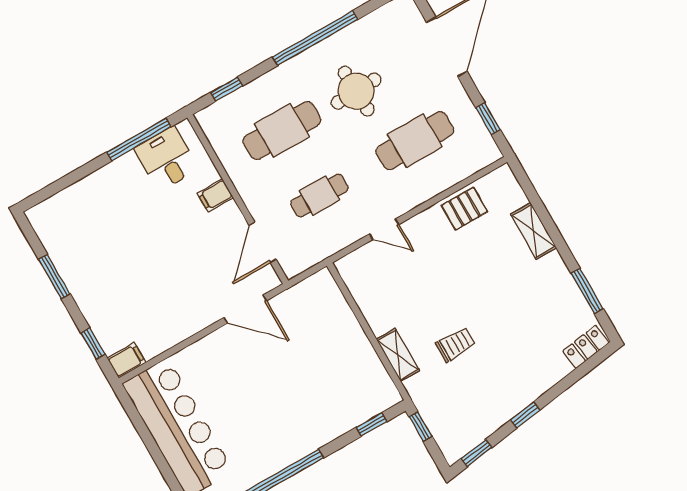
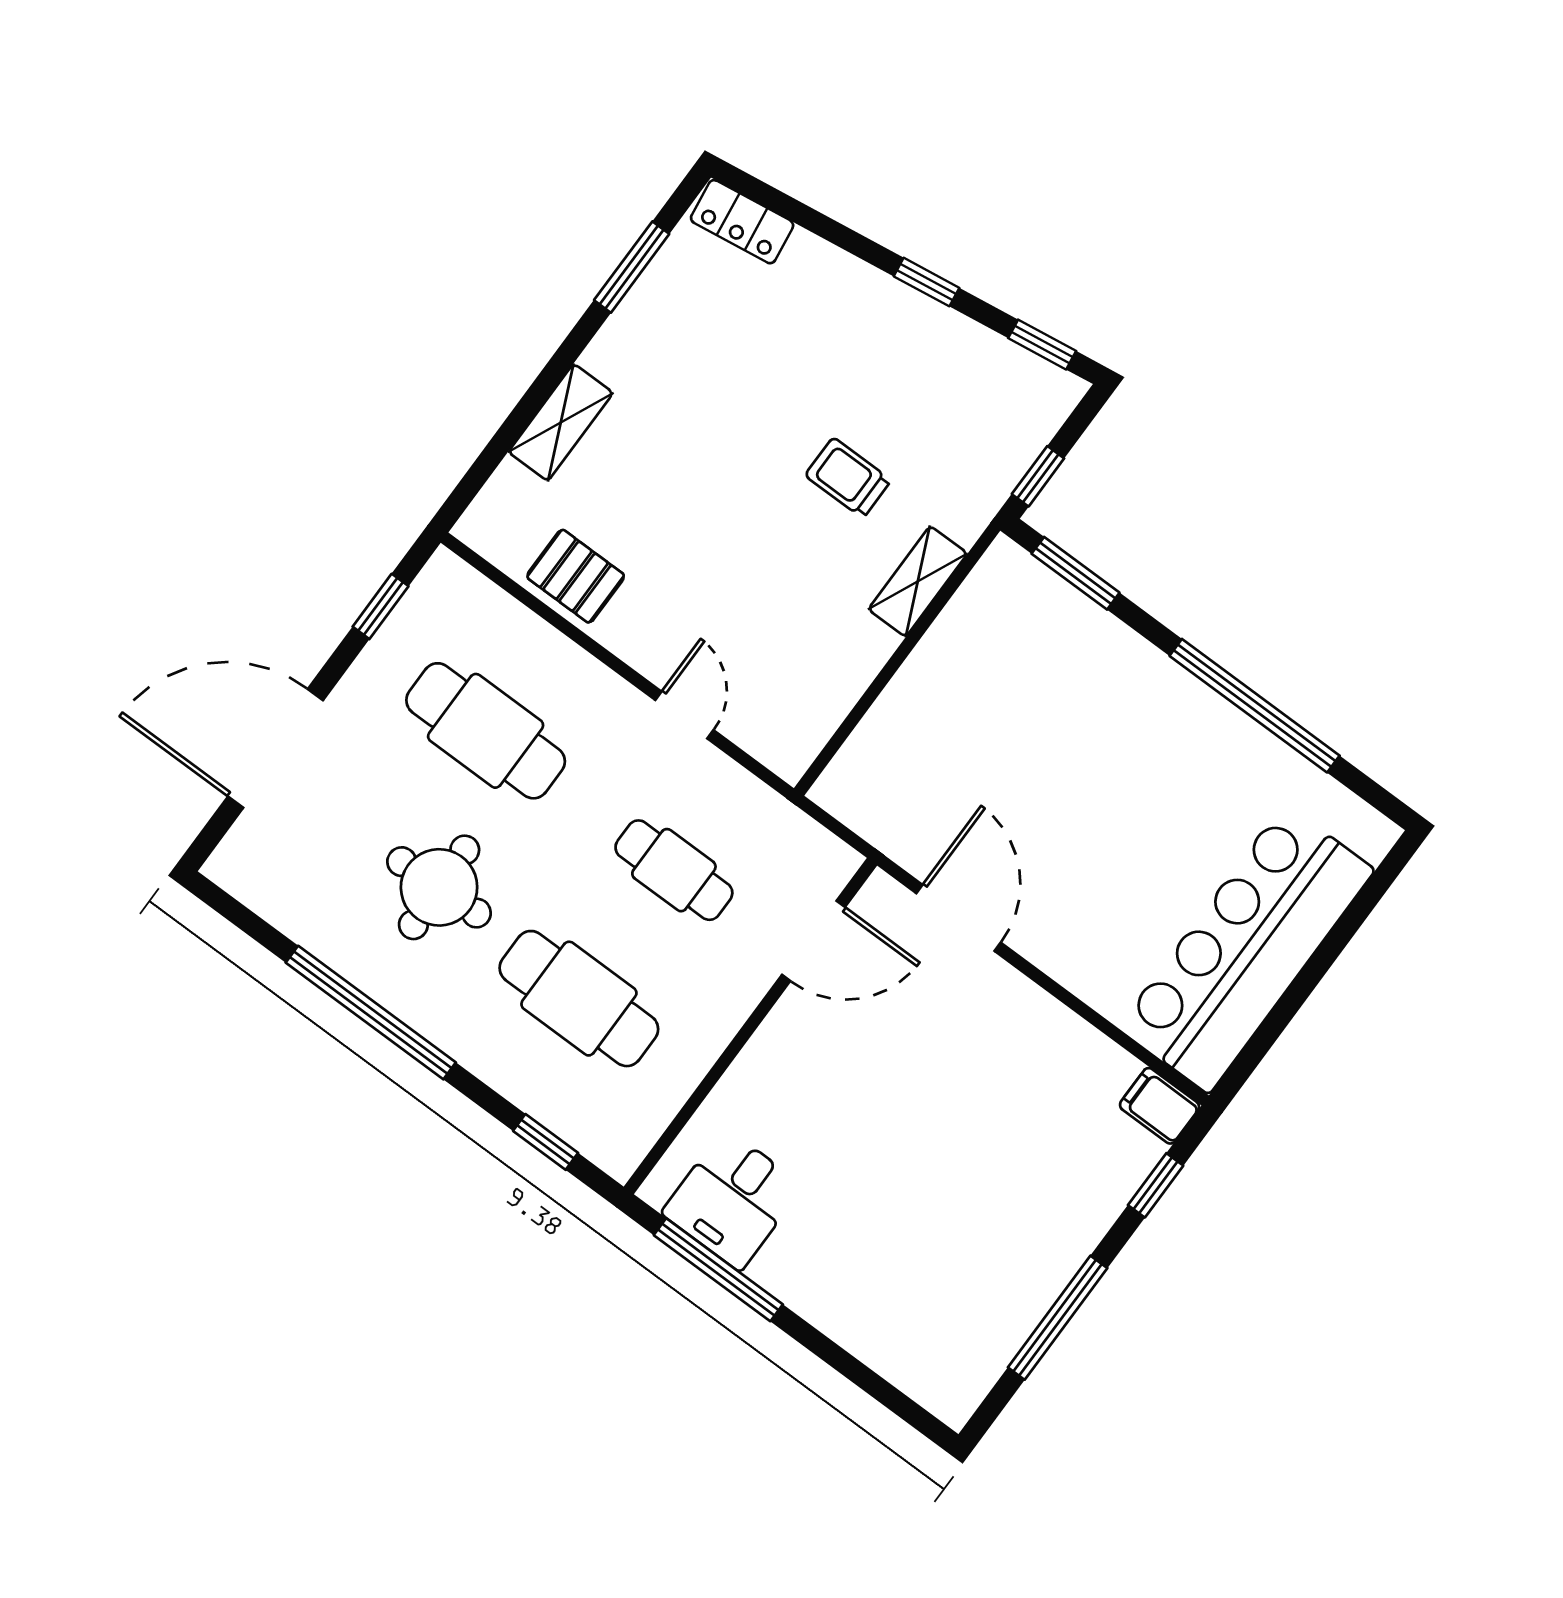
filing cabinet: (215, 195) -> (762, 1073), removed
window: (54, 277) -> (1058, 1318), width x1.44
window: (372, 424) -> (1076, 573), width x1.50

